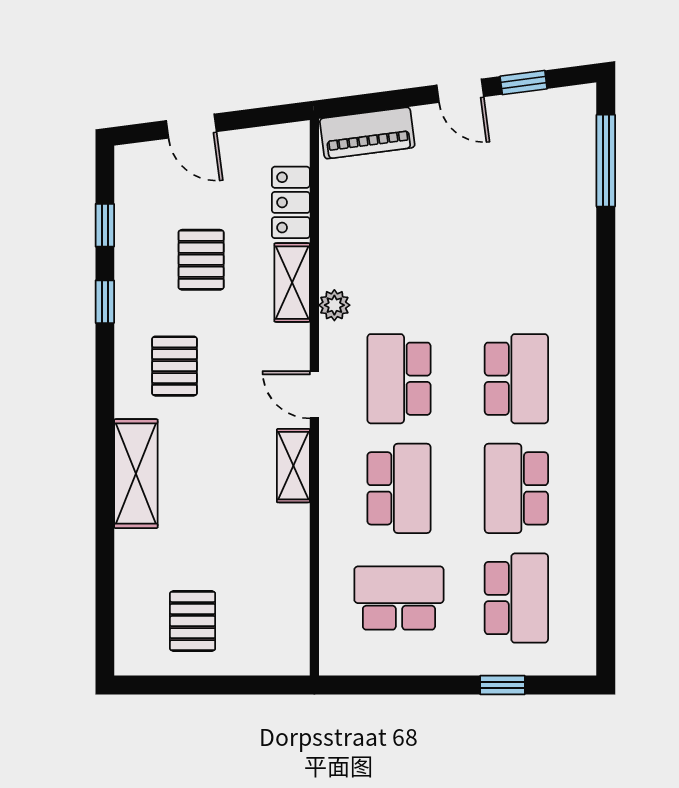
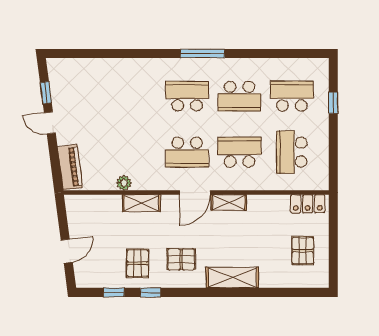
door: (460, 91) -> (50, 123), swing flipped
window: (606, 161) -> (203, 53), moved
locker: (291, 202) -> (308, 204), moved
pallet: (201, 260) -> (138, 263), moved, turned 90
plant: (334, 305) -> (124, 183), moved
door: (314, 395) -> (195, 192), width x1.37
pallet: (193, 621) -> (303, 251), turned 90

